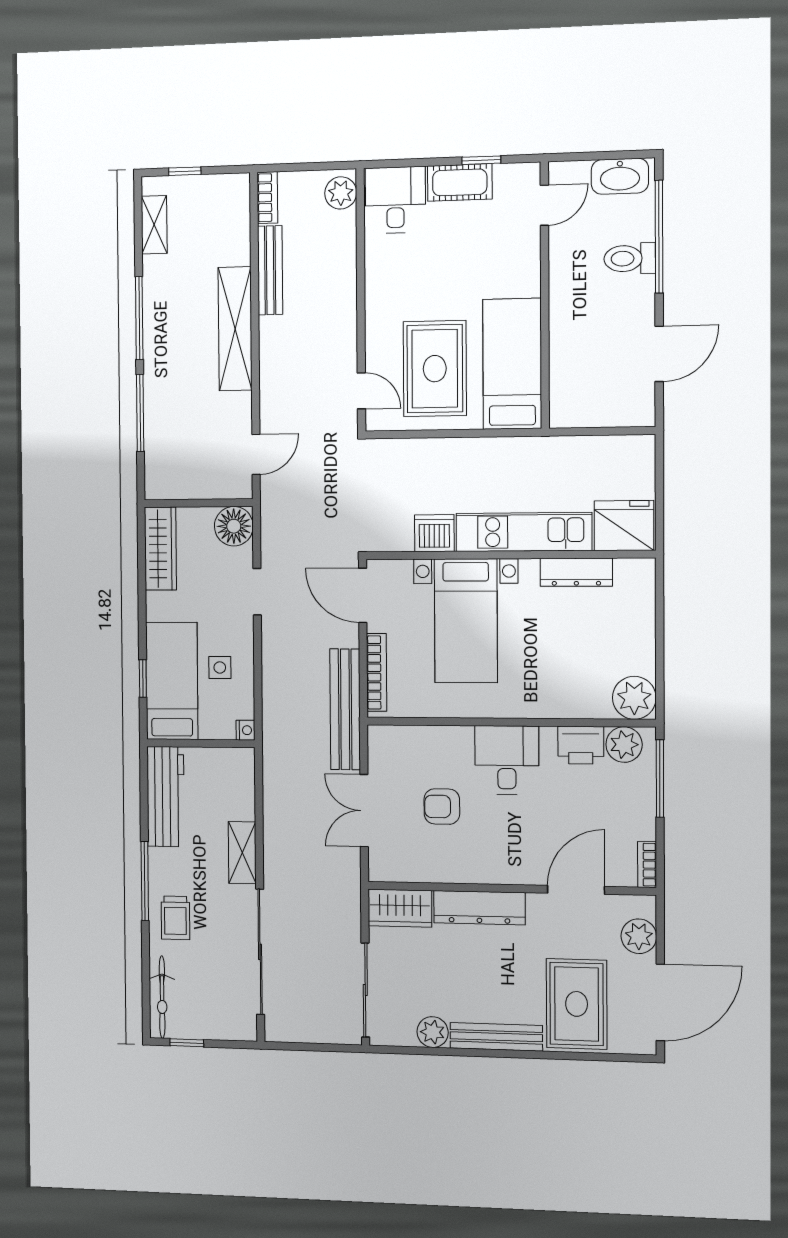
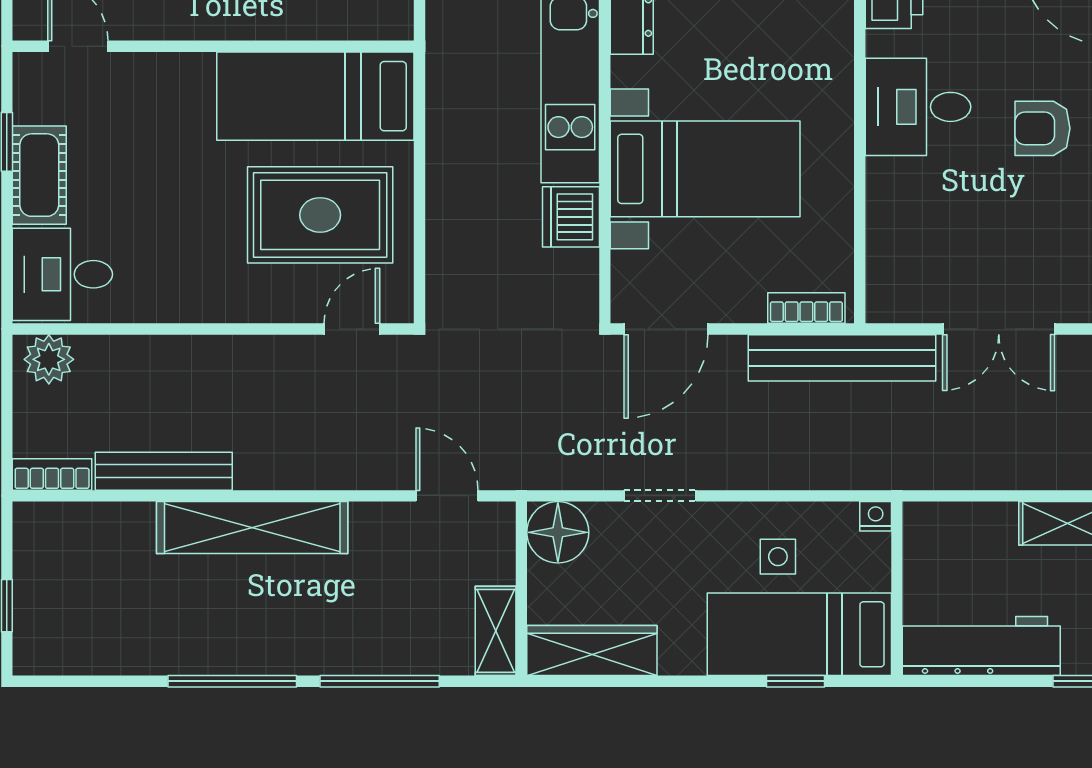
shelving: (154, 225) -> (496, 631), moved, turned 90
bookcase: (377, 672) -> (806, 308), width x0.64
armchair: (442, 807) -> (1042, 128), moved, turned 90

